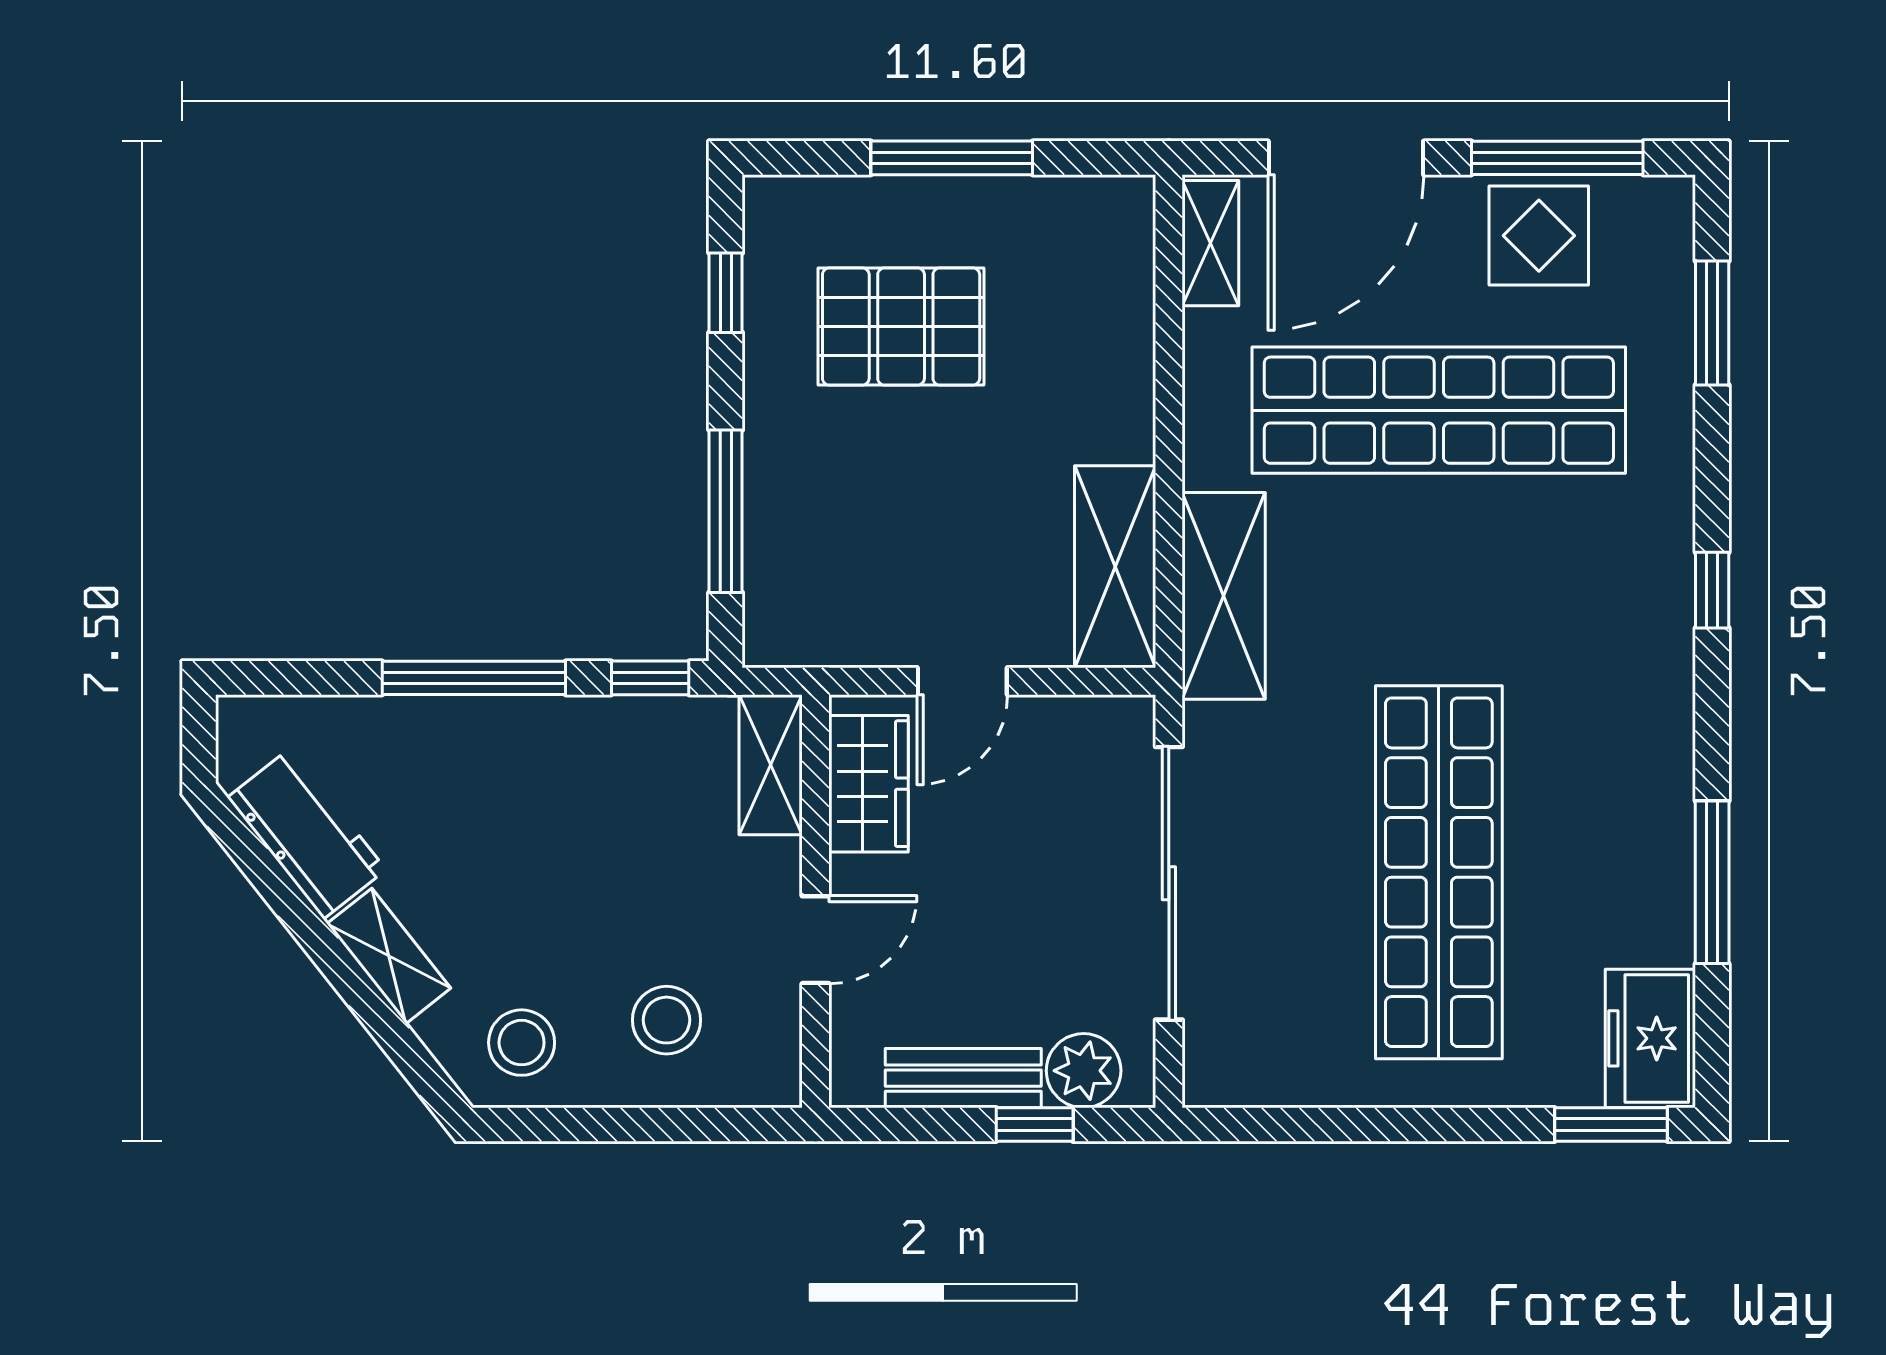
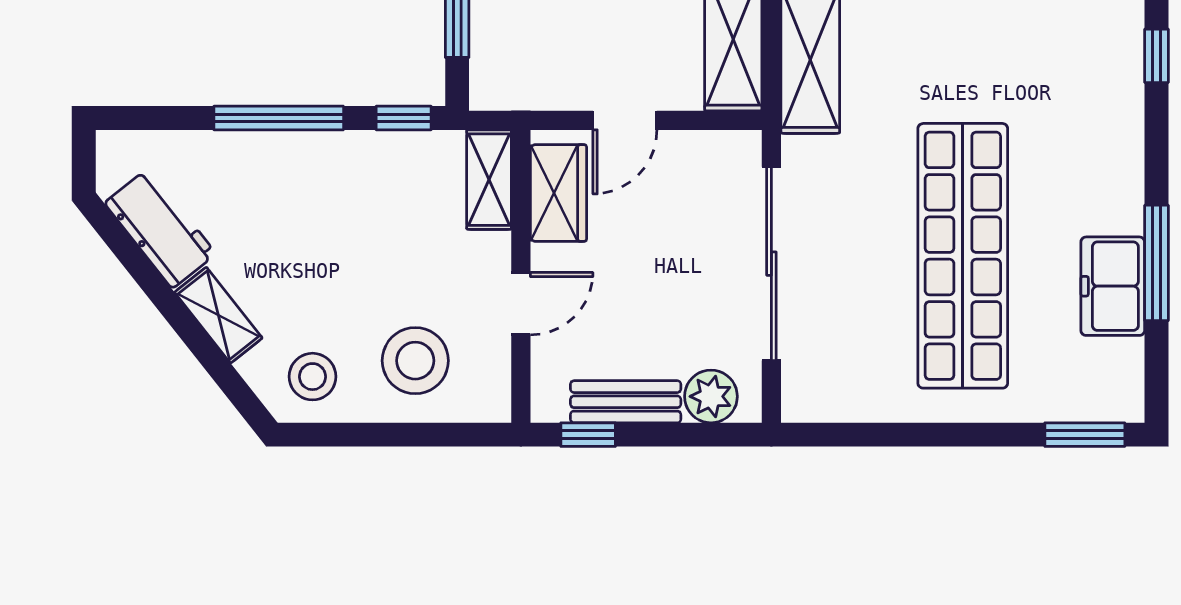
stool: (666, 1020) -> (415, 361), width x1.38, depth x1.38
freezer: (1650, 1038) -> (1113, 286), moved
window: (1035, 1124) -> (588, 435), moved

